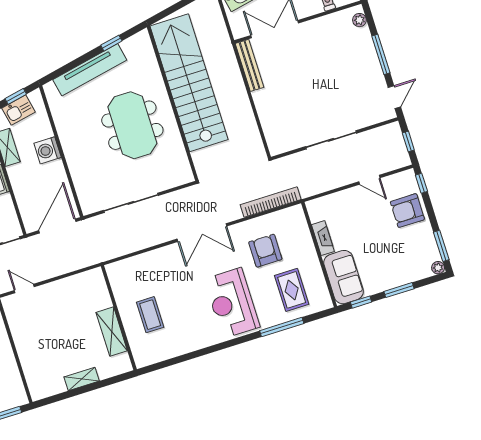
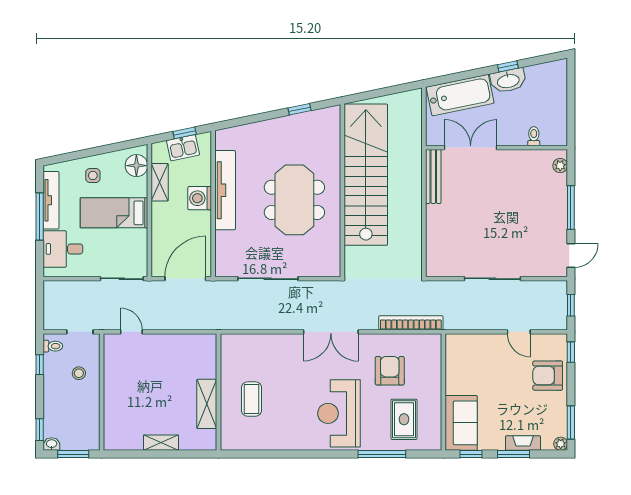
tv unit: (90, 70) -> (225, 190), moved, turned -78
fireplace: (323, 238) -> (523, 443), moved, turned -90

